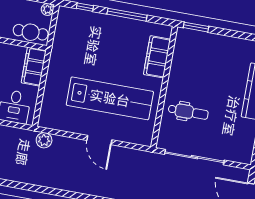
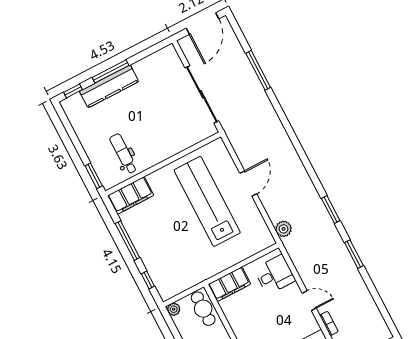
filing cabinet: (157, 57) -> (131, 195), moved
dental chair: (188, 112) -> (123, 154), moved
window: (31, 187) -> (331, 210), added

